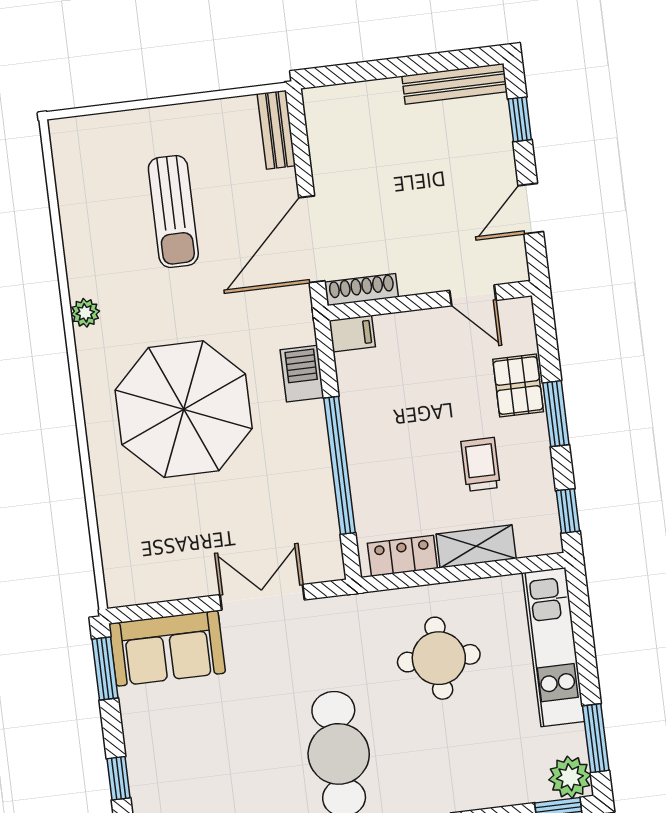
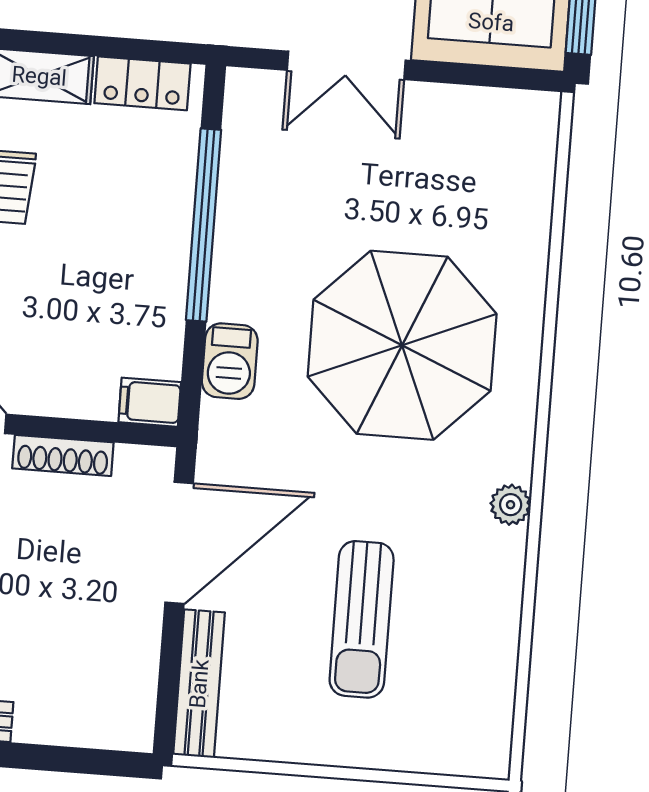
bench: (276, 130) -> (199, 684), width x1.36
sun lounger: (173, 212) -> (362, 619), turned 180
shoe rack: (362, 290) -> (63, 455), moved

